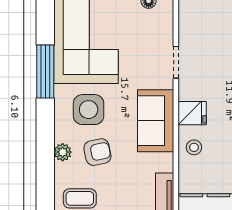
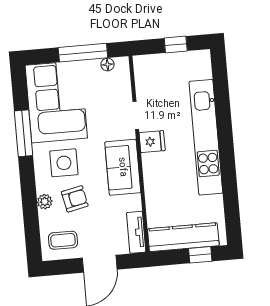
fridge: (192, 113) -> (152, 142), moved
stool: (194, 147) -> (158, 188), removed

